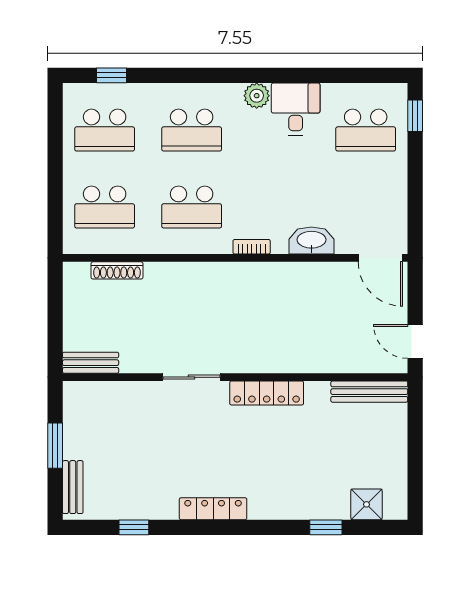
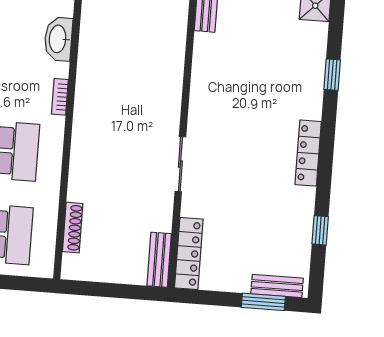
locker: (267, 393) -> (189, 254), moved
window: (55, 446) -> (263, 302), moved
window: (326, 527) -> (332, 75), moved

